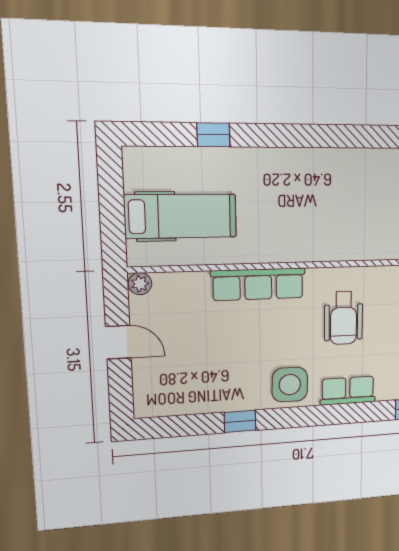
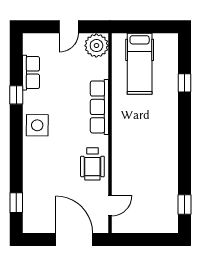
plant: (140, 284) -> (96, 46), width x1.87, depth x1.87
wheelchair: (344, 318) -> (92, 164), moved, turned -90
row of seats: (348, 391) -> (31, 73), moved

